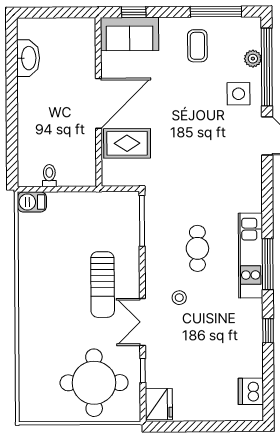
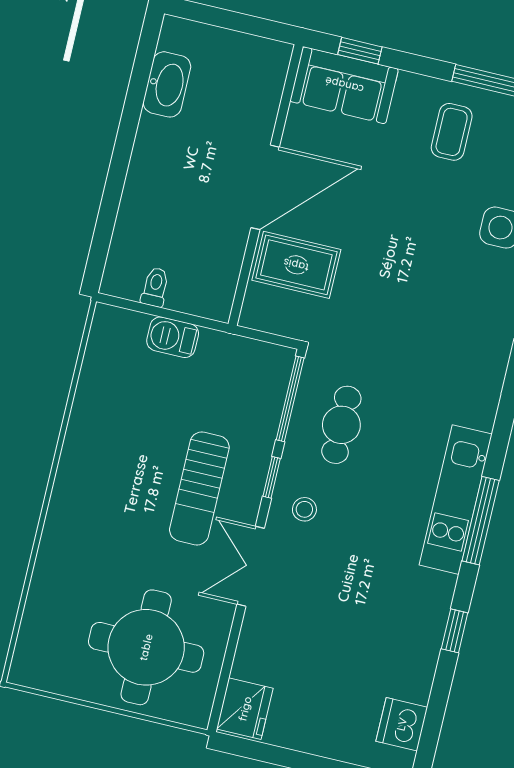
barbecue: (32, 202) -> (173, 337), moved
cafe table: (197, 248) -> (341, 425), moved
stool: (179, 298) -> (304, 509), moved
window: (143, 371) -> (272, 477), moved

